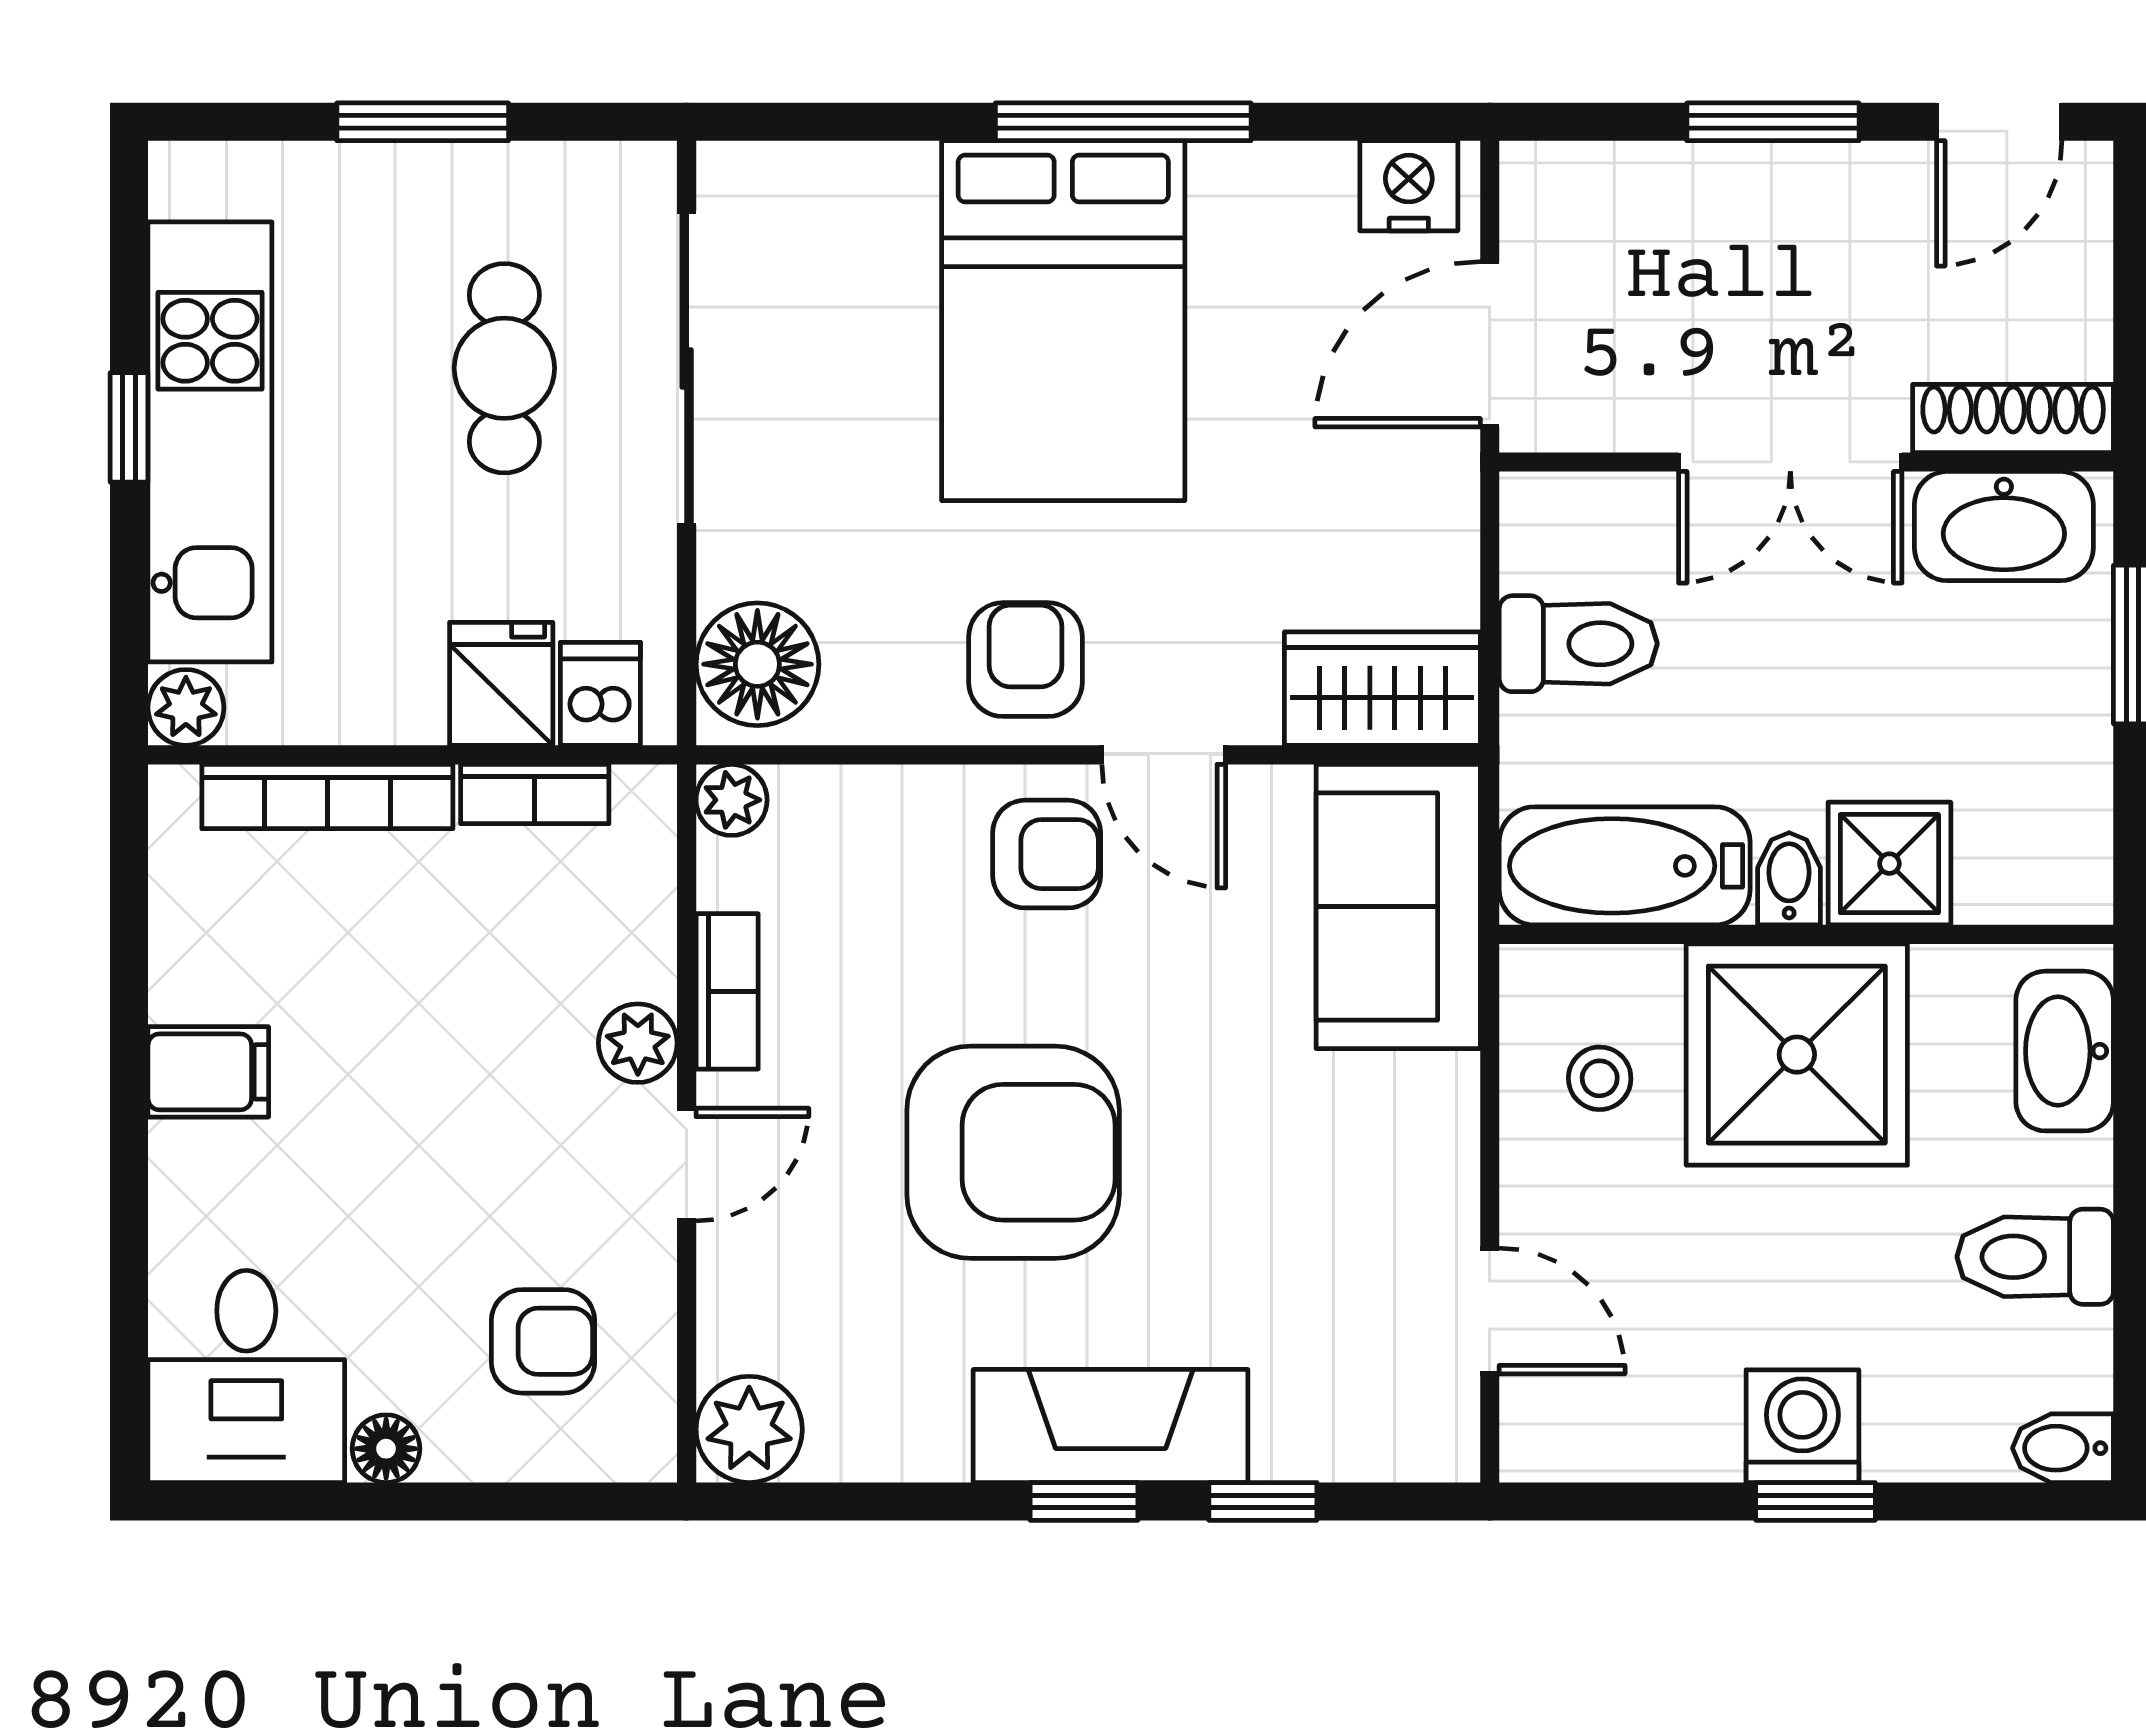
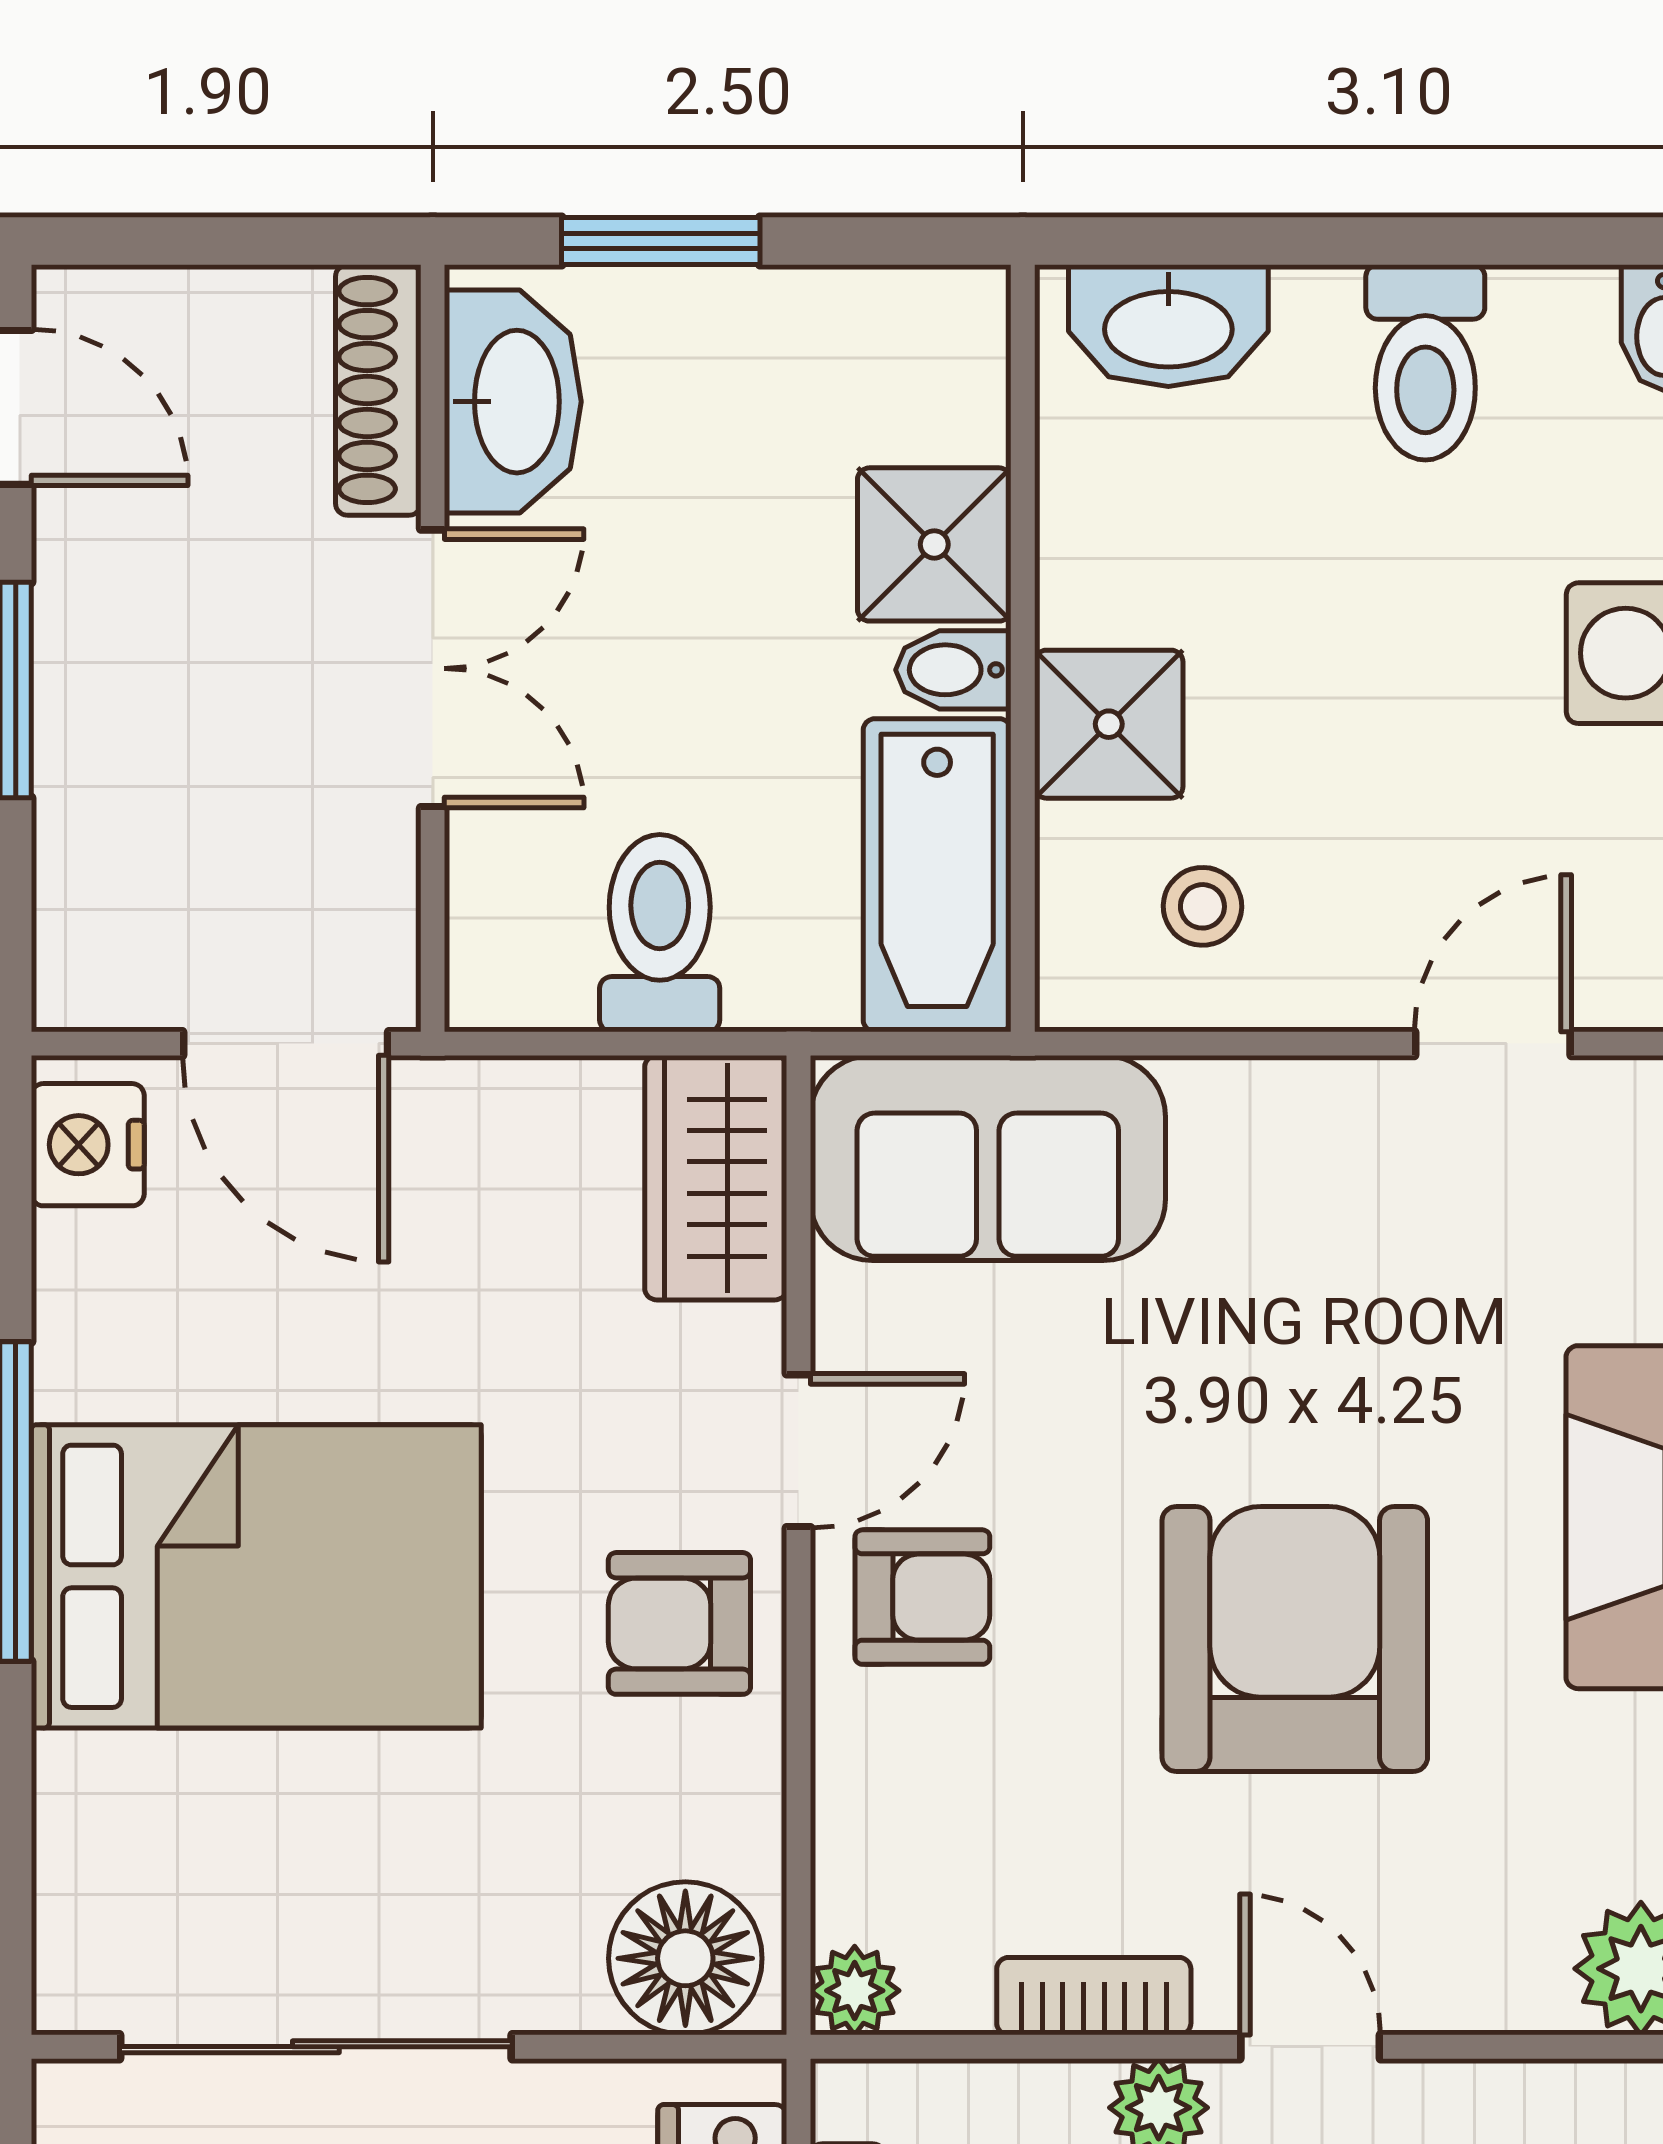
armchair: (1047, 854) -> (922, 1597), turned 90
shower: (1797, 1055) -> (1109, 724), width x0.54, depth x0.54

